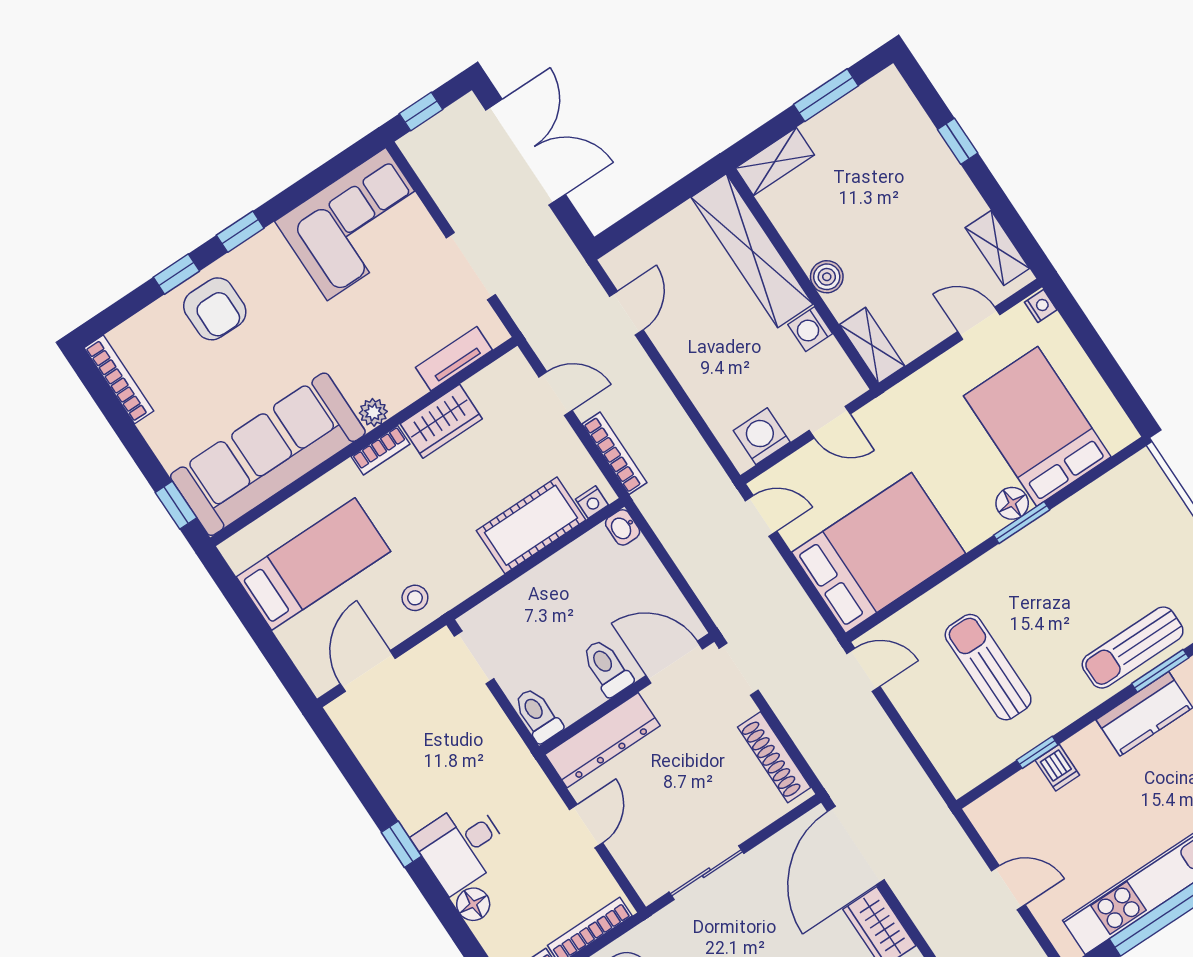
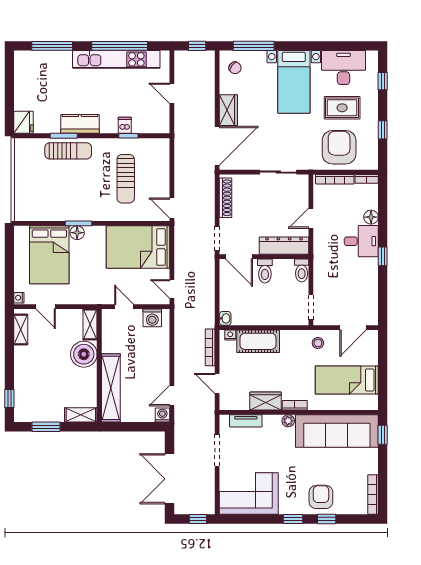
window: (958, 141) -> (9, 399), moved
boiler: (827, 277) -> (84, 354), width x1.86, depth x1.86
washing machine: (810, 329) -> (162, 415), moved, turned -90

